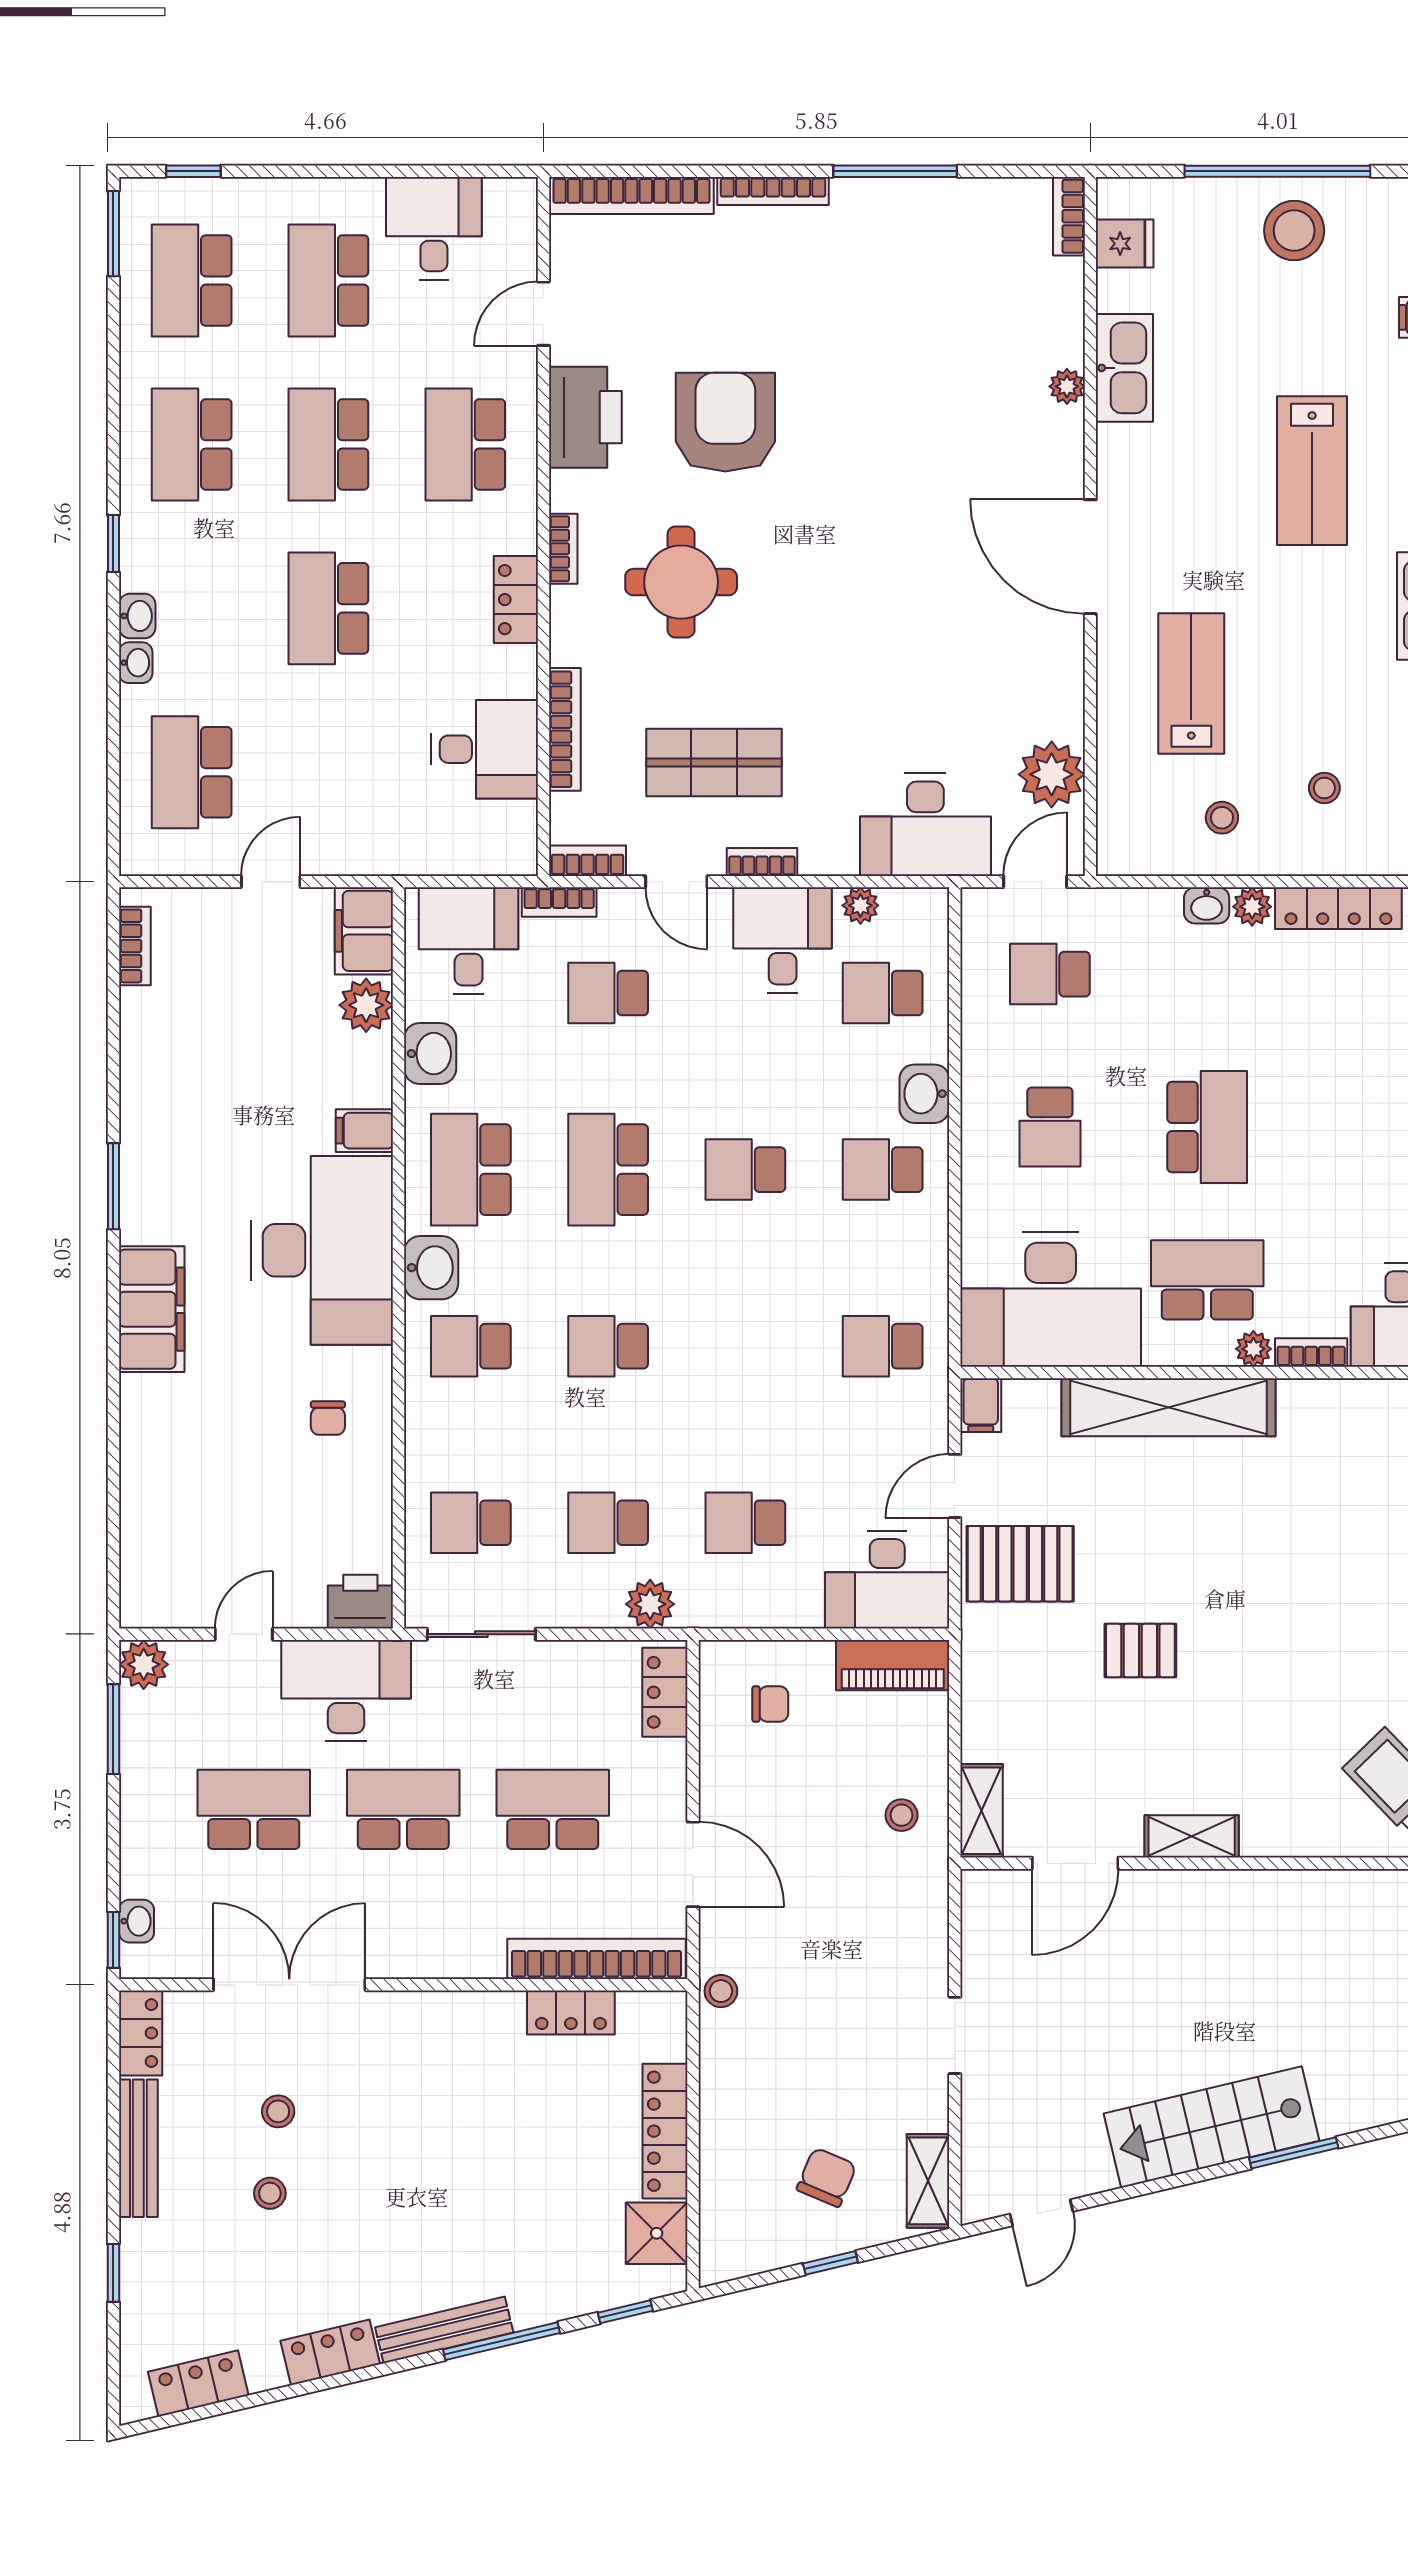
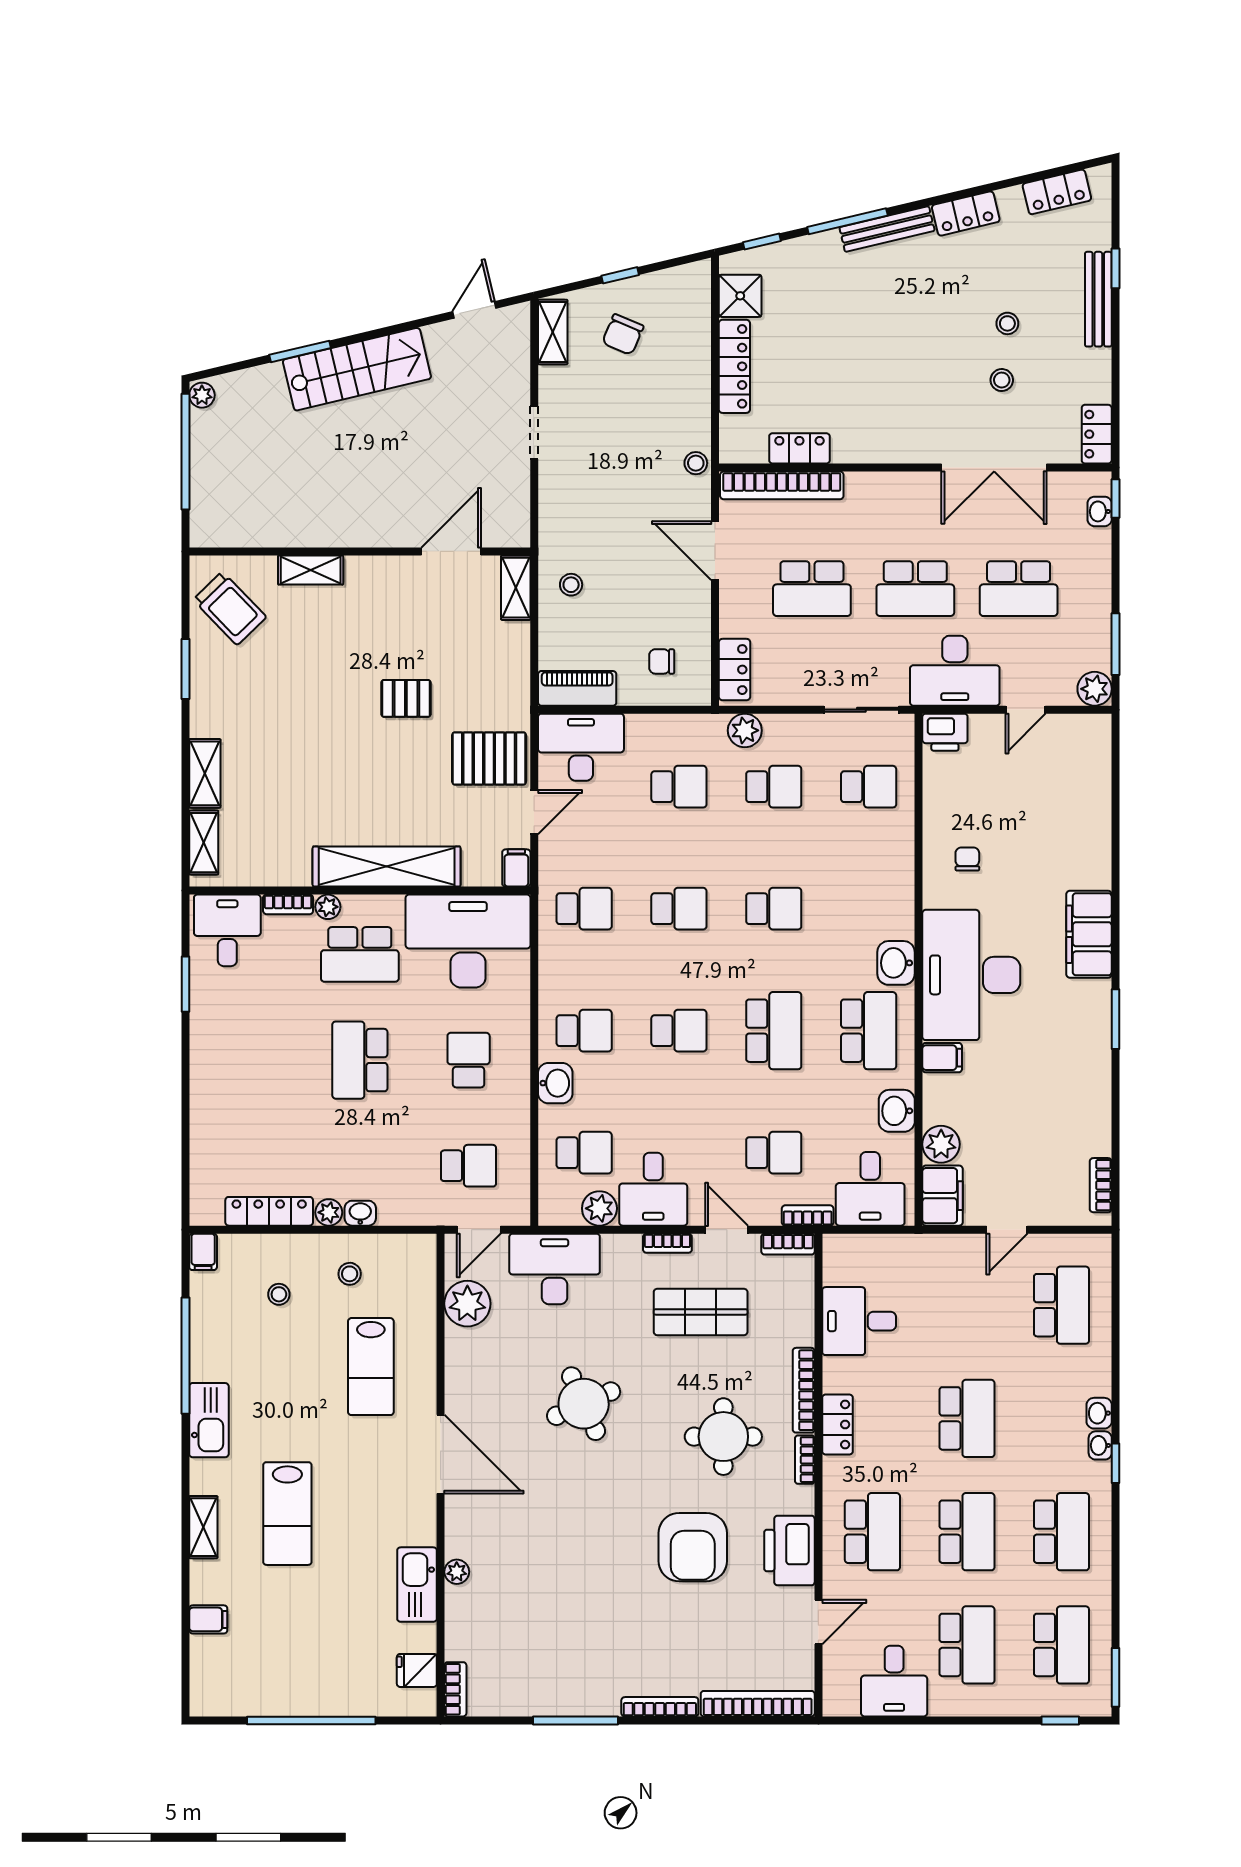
stool: (1294, 231) -> (300, 1679), removed
lab bench: (1312, 471) -> (287, 1514), turned 180
round table: (883, 630) -> (584, 1404), added
washbasin: (136, 663) -> (1100, 1445), moved
bookcase: (565, 729) -> (804, 1390), moved
plant: (860, 905) -> (599, 1208), width x1.38, depth x1.38
school desk: (471, 1346) -> (679, 909), moved
shelving: (1192, 1836) -> (311, 570), moved
bench: (138, 2148) -> (1098, 299), moved

